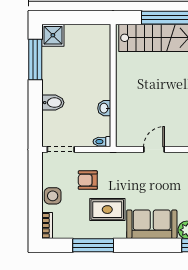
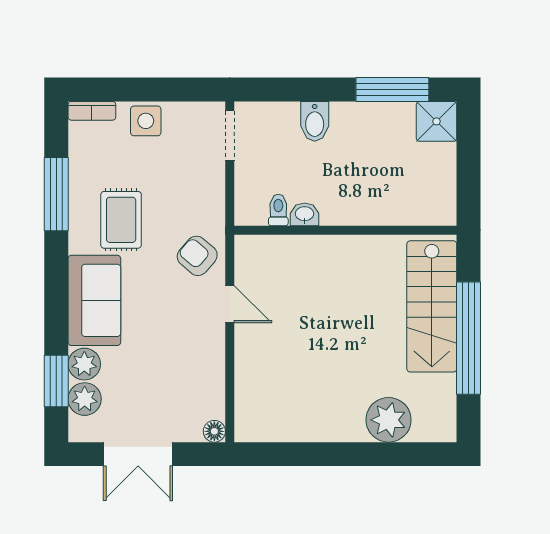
toilet: (102, 142) -> (278, 210), moved
armchair: (88, 180) -> (197, 256), moved, turned -49

